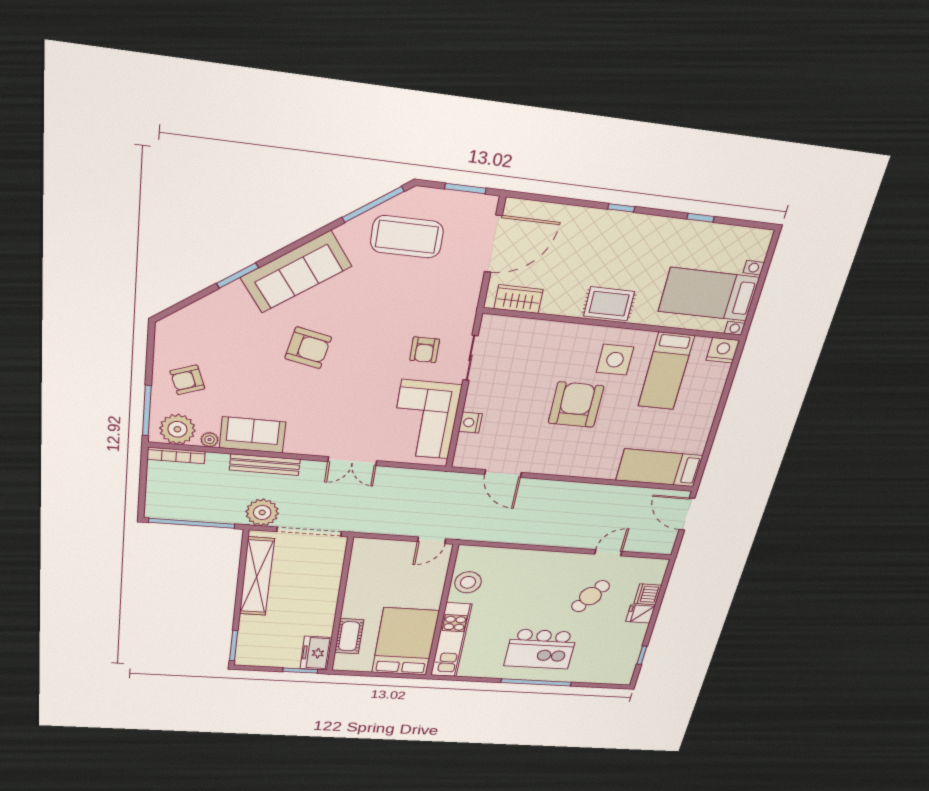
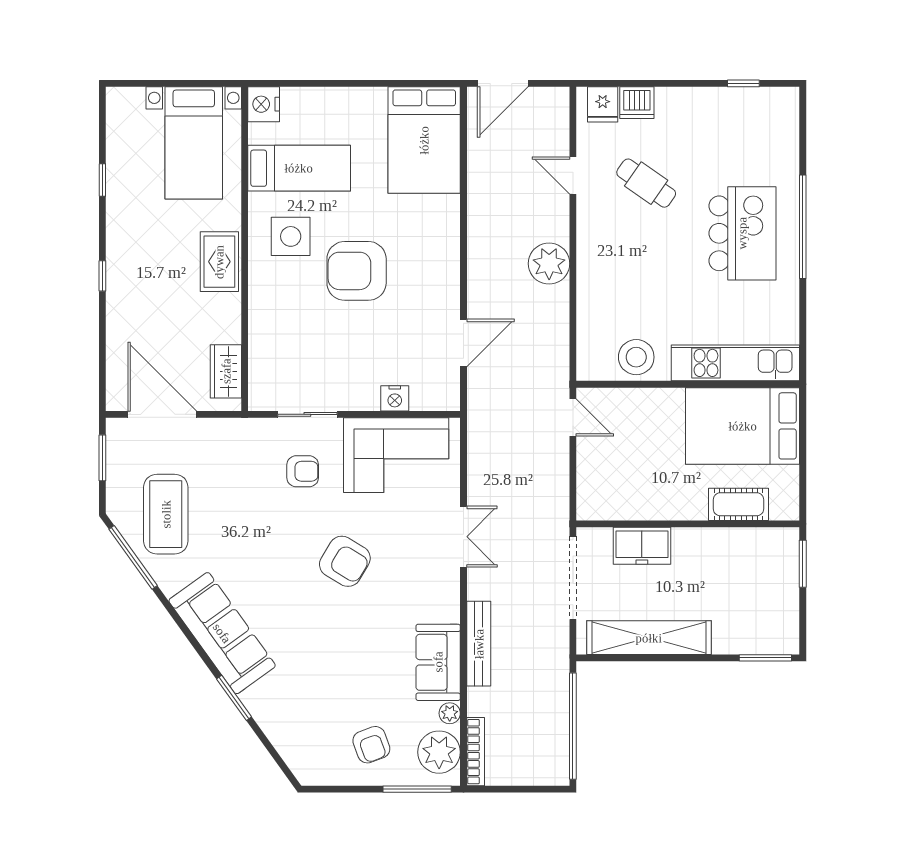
armchair: (308, 348) -> (345, 561), moved, turned 109
bed: (659, 468) -> (424, 140), width x1.50
plant: (262, 512) -> (549, 264), moved
fridge: (640, 614) -> (603, 104), moved
freezer: (316, 653) -> (642, 546), moved

